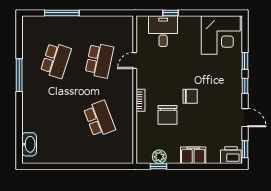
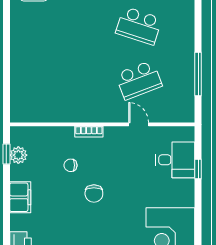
window: (62, 13) -> (198, 74), moved
school desk: (99, 60) -> (139, 80), turned -33
chair: (167, 115) -> (71, 165), width x0.54, depth x0.54
school desk: (99, 119) -> (66, 80), removed

